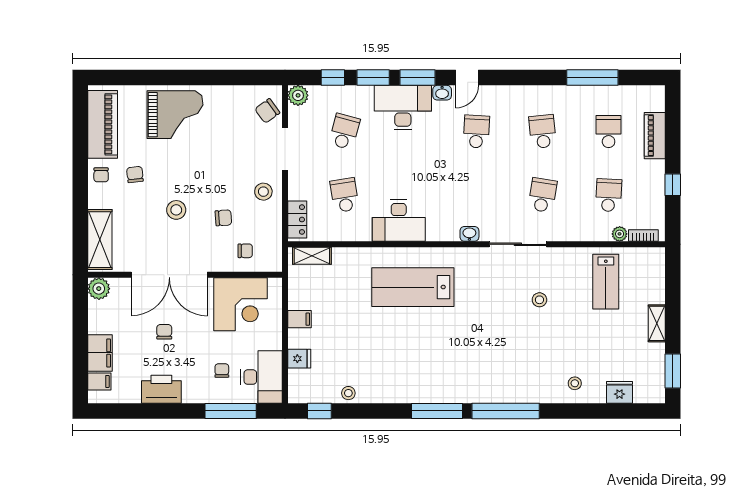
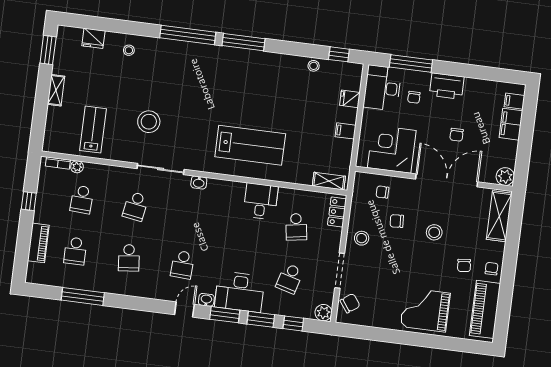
desk: (399, 221) -> (261, 201), width x0.73
stool: (539, 300) -> (149, 122), width x1.89, depth x1.89
printer: (161, 389) -> (447, 86), moved

